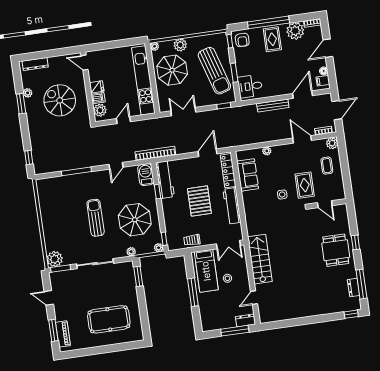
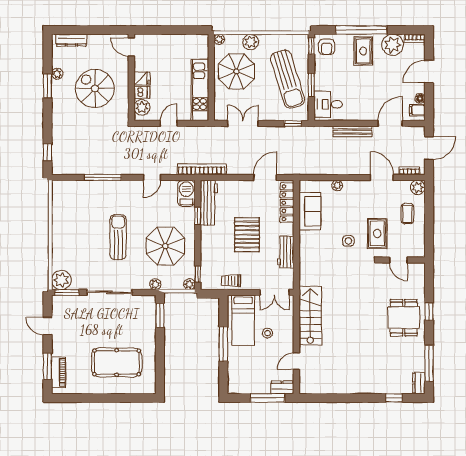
kitchen unit: (143, 80) -> (200, 90), width x0.73
workbench: (232, 206) -> (286, 252), width x0.73
dresser: (354, 288) -> (419, 383), moved
window: (351, 314) -> (394, 398), moved

